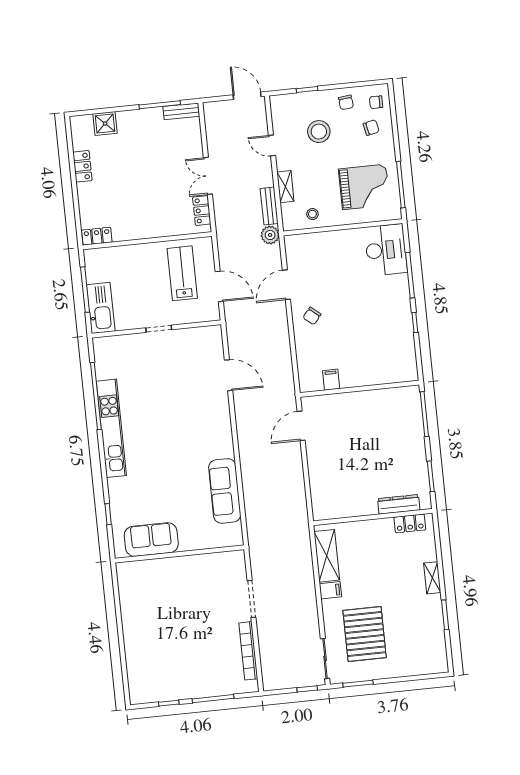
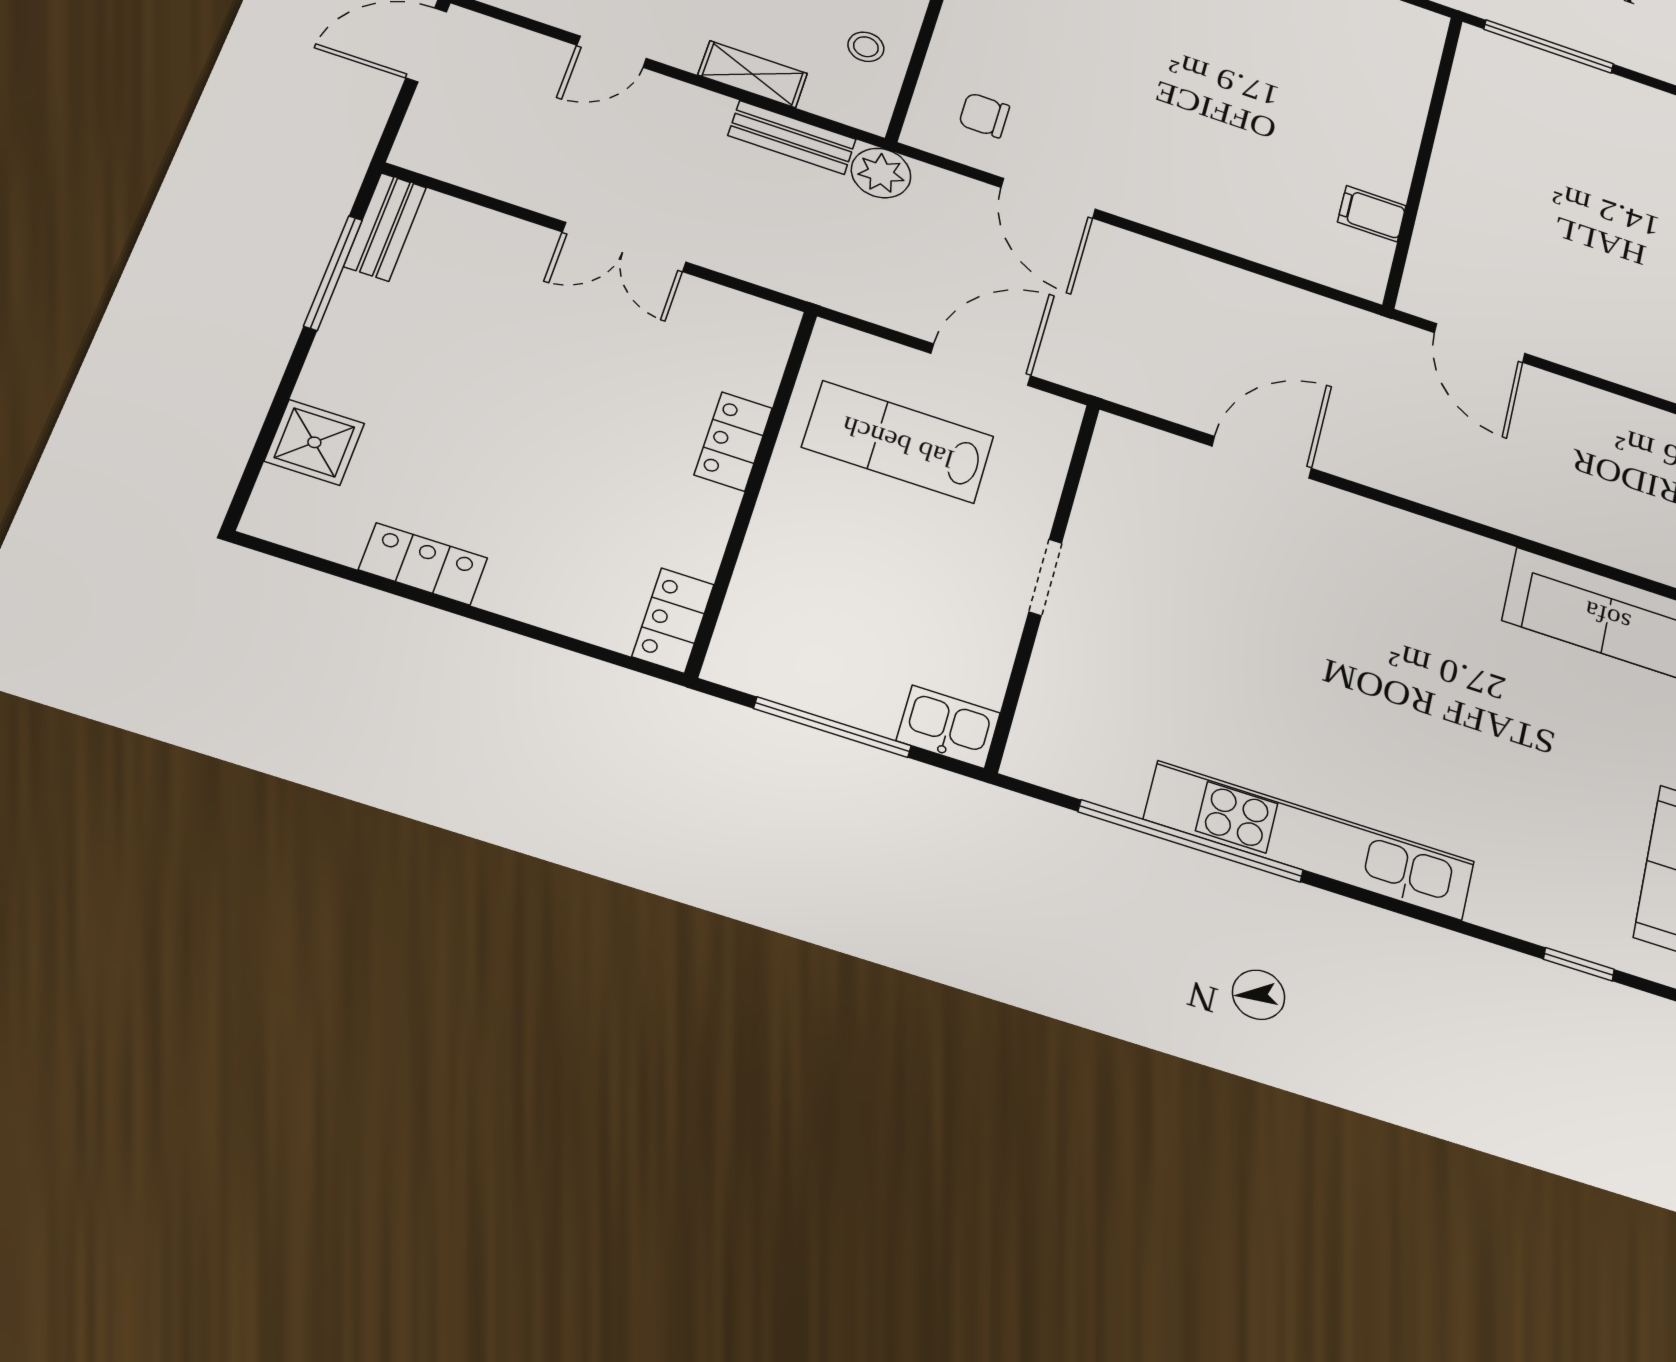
locker: (202, 211) -> (733, 441), moved, turned 90
kitchen sink: (101, 308) -> (948, 727), width x0.53, depth x0.81
chair: (312, 316) -> (984, 115), moved, turned 140

